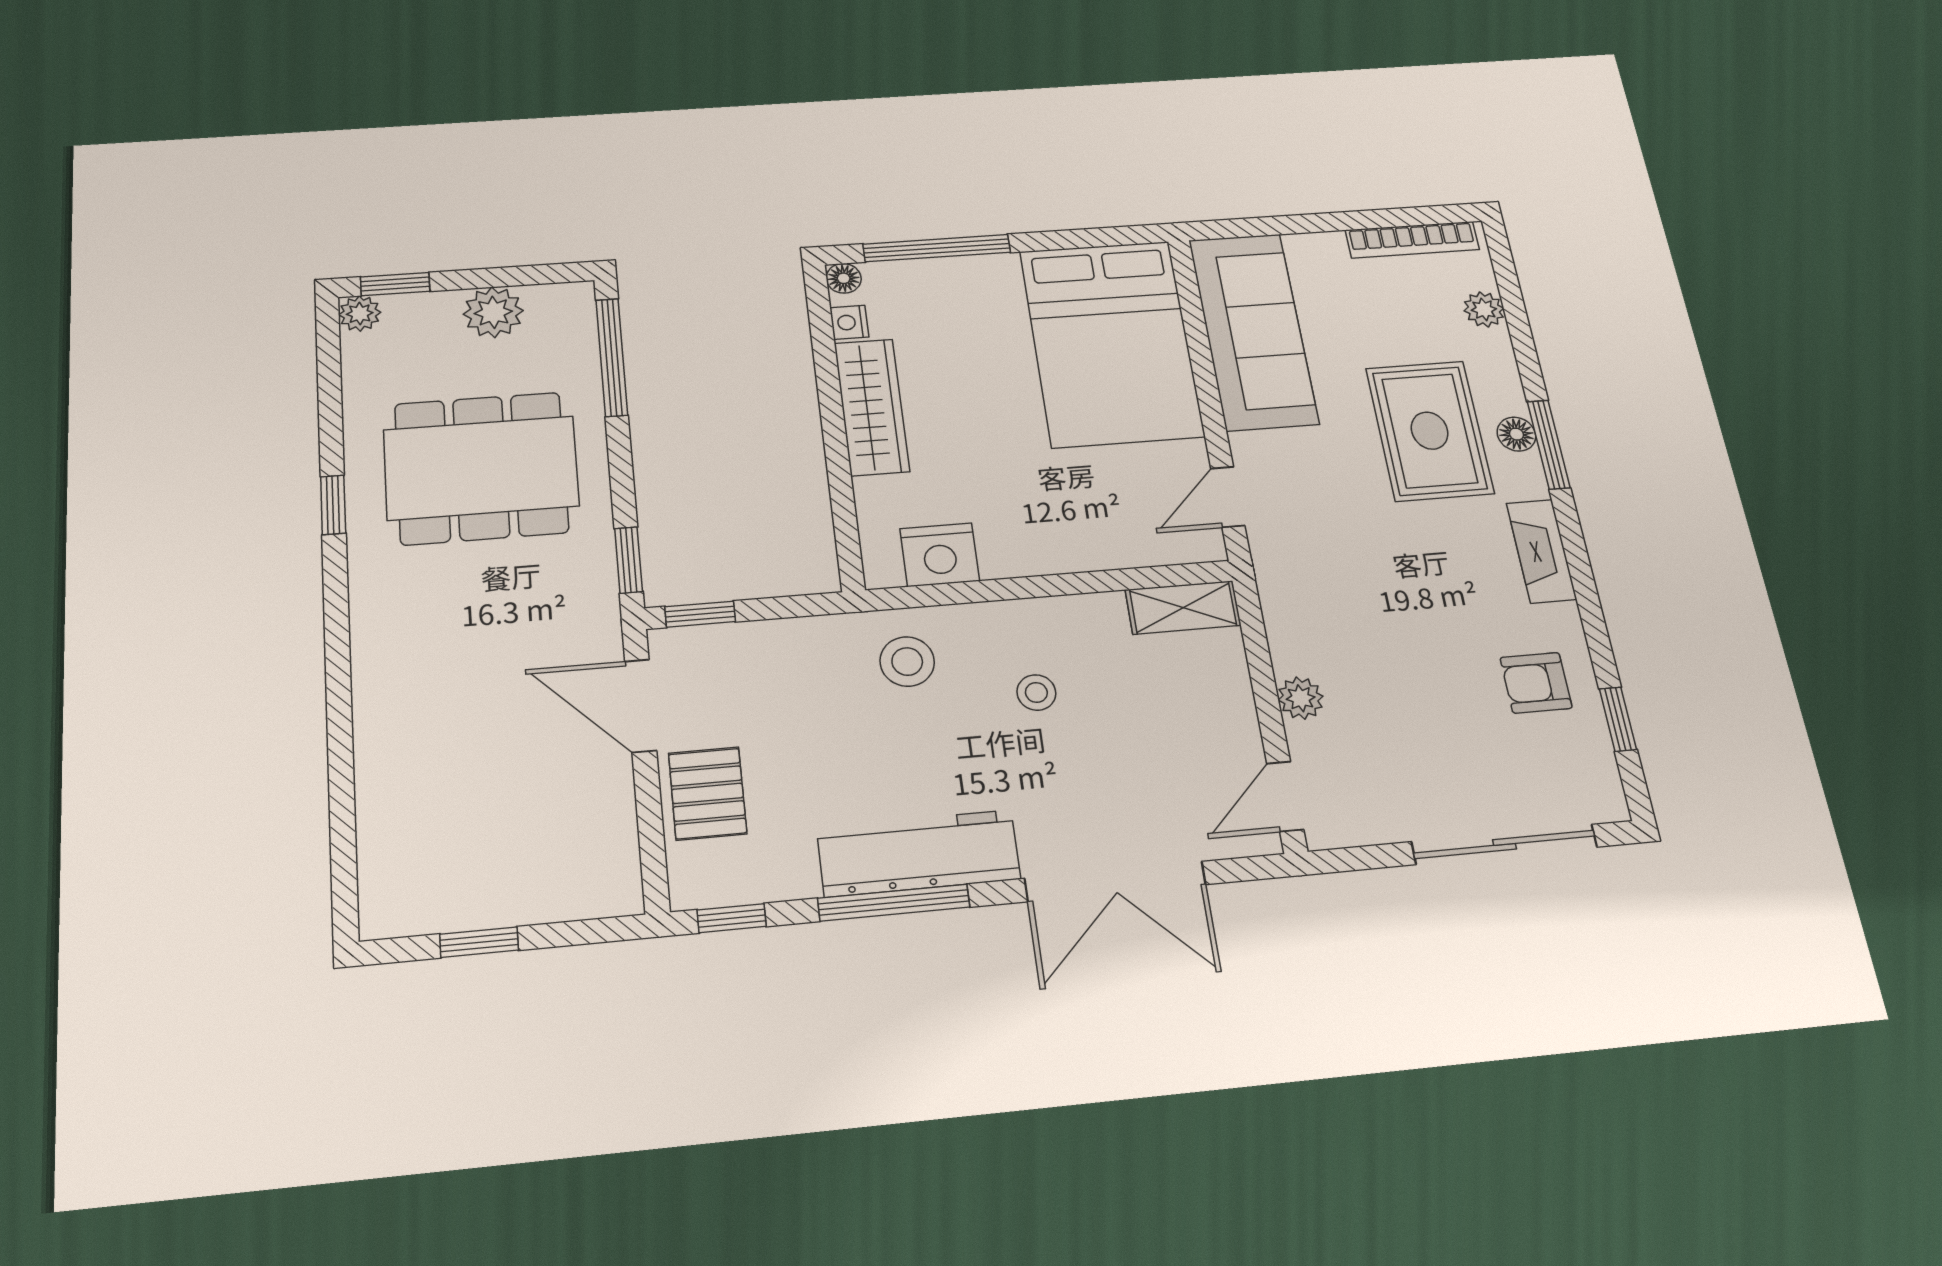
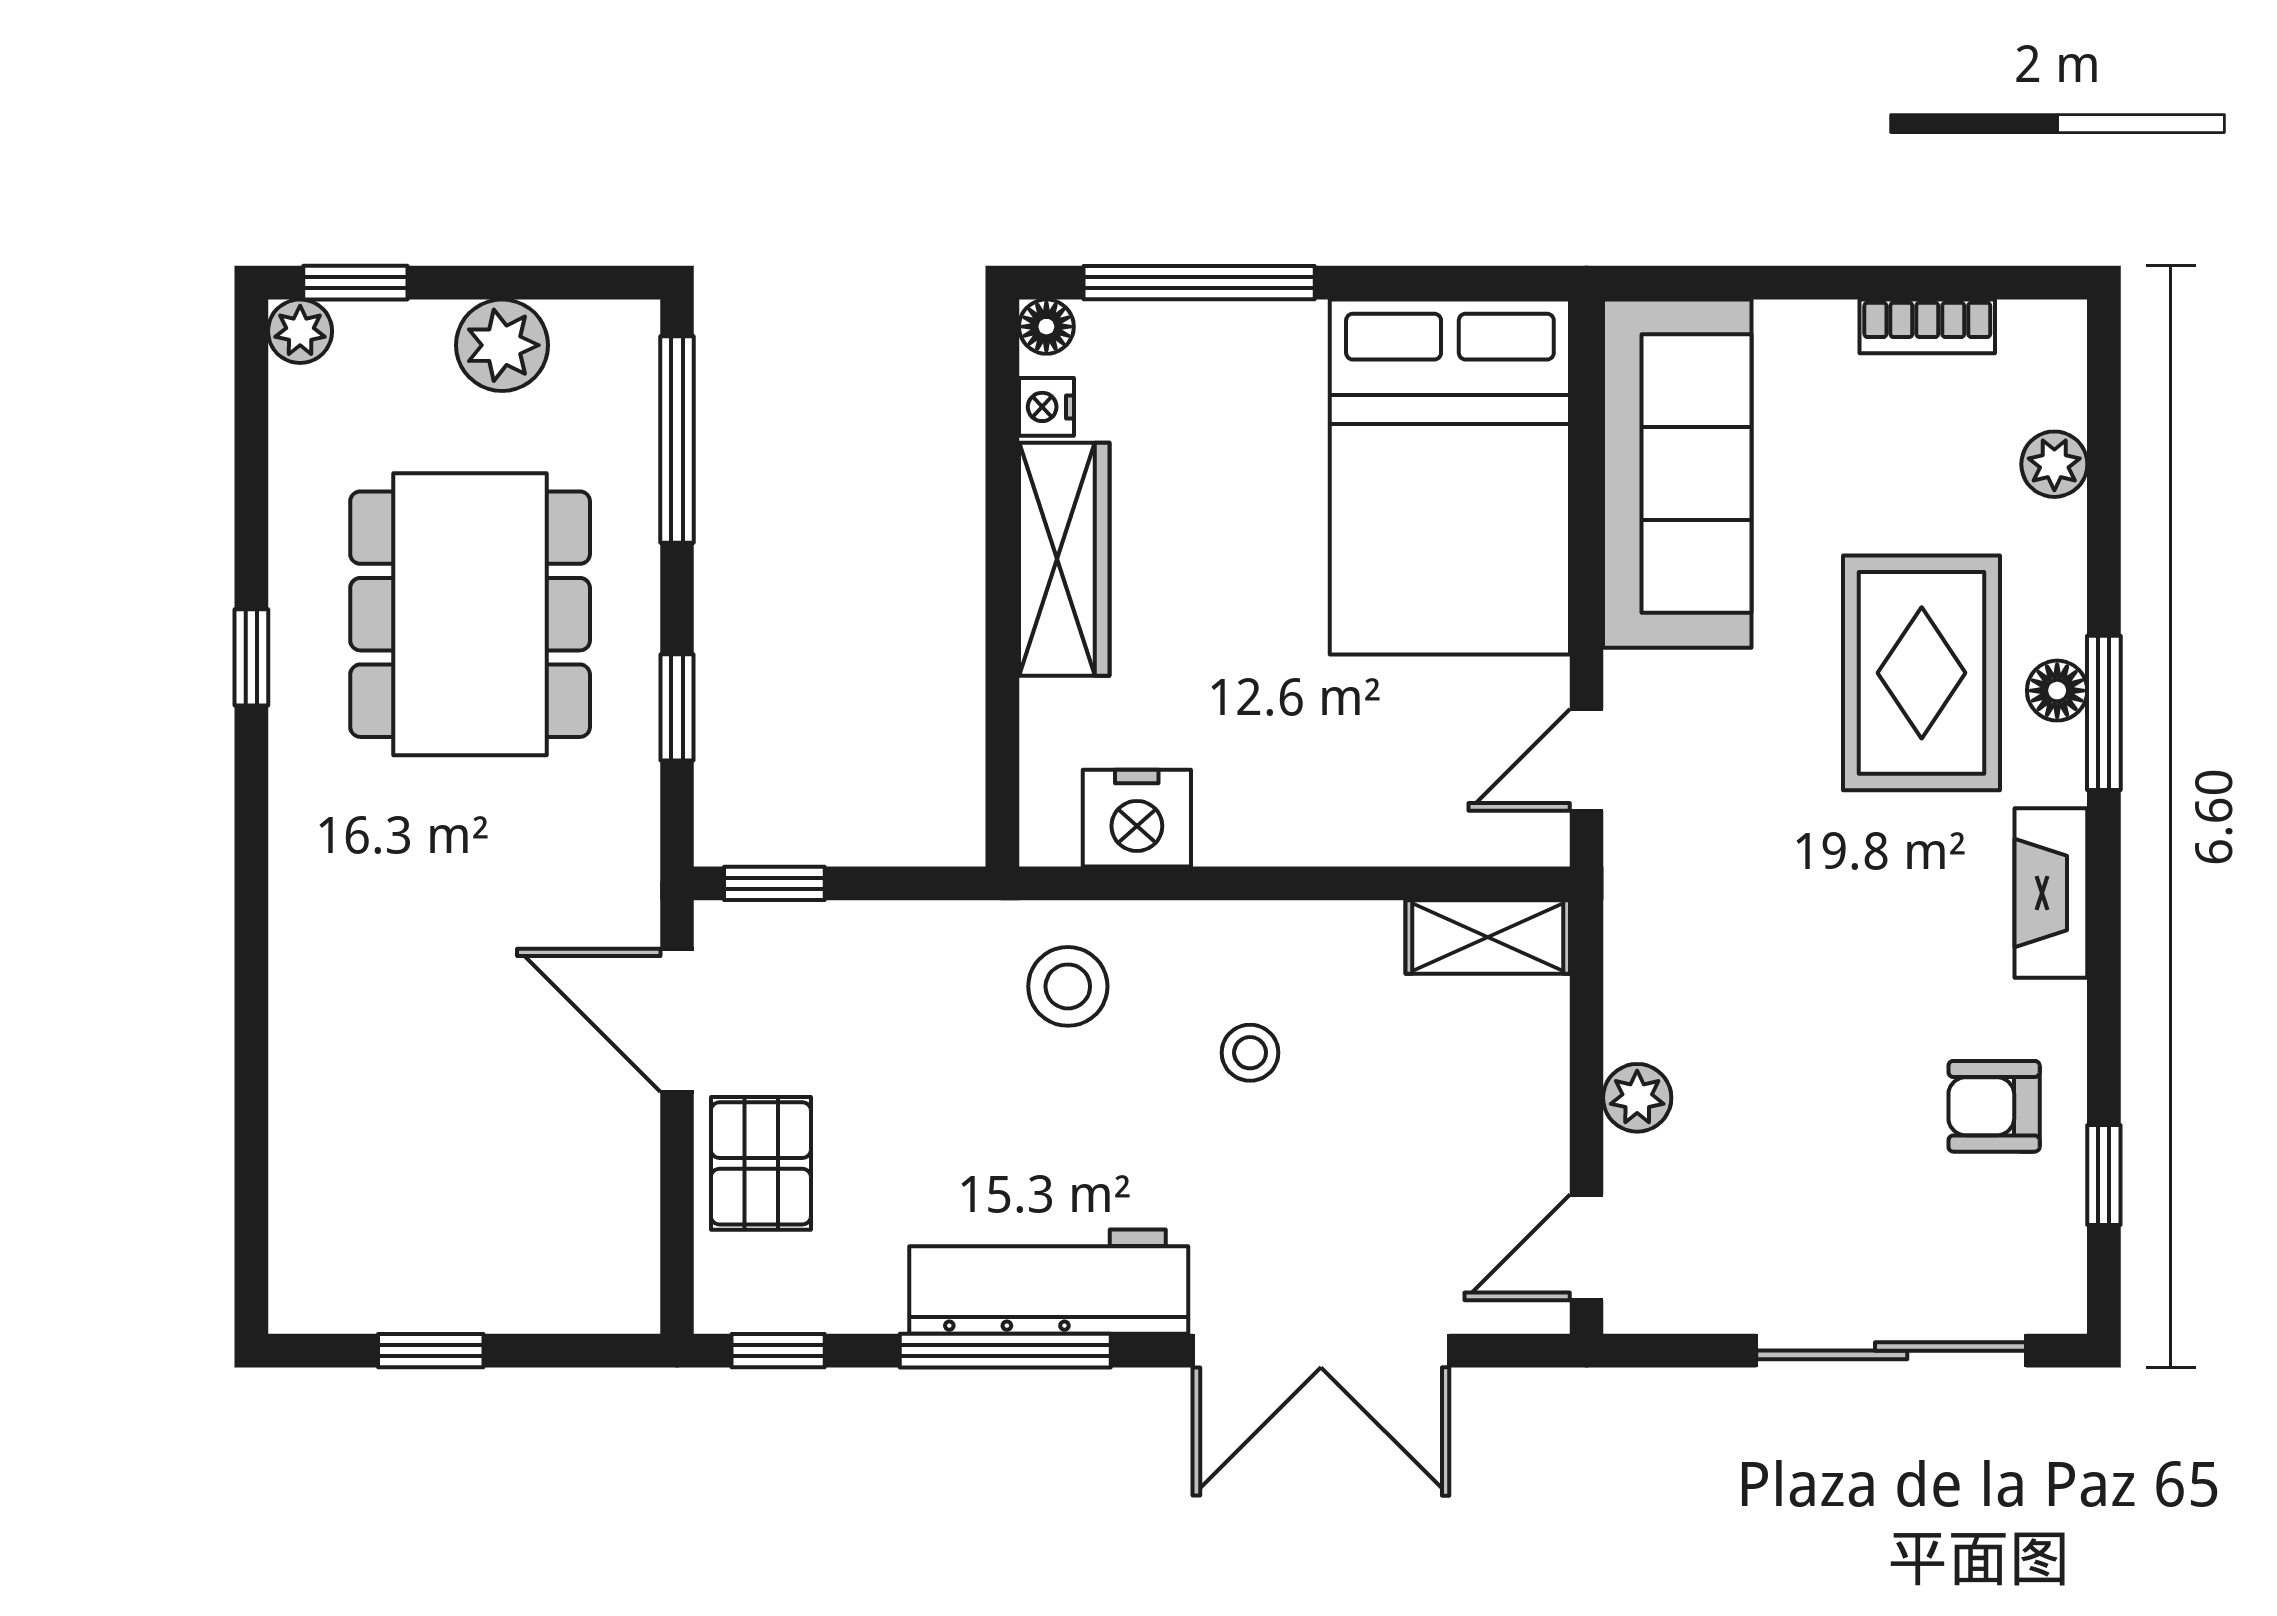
bookcase: (1412, 240) -> (1927, 326), width x0.64
dining table: (481, 468) -> (470, 614), turned 90
window: (629, 560) -> (677, 707), moved

